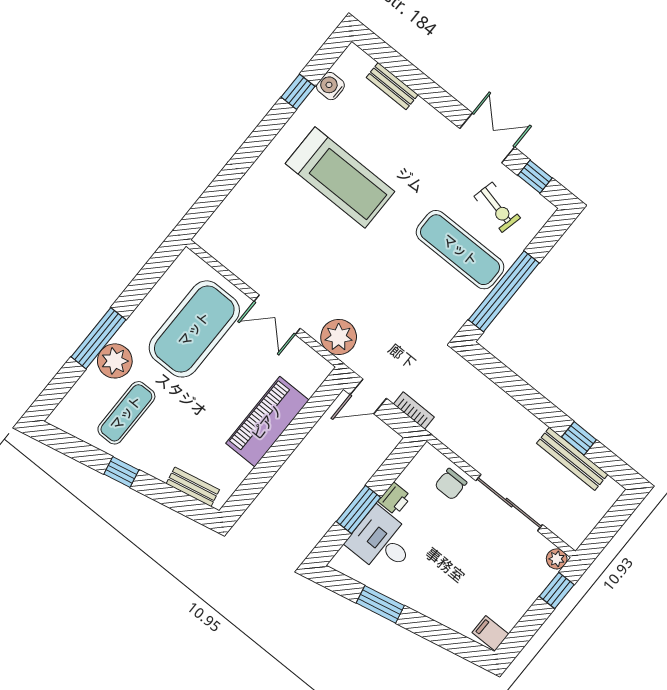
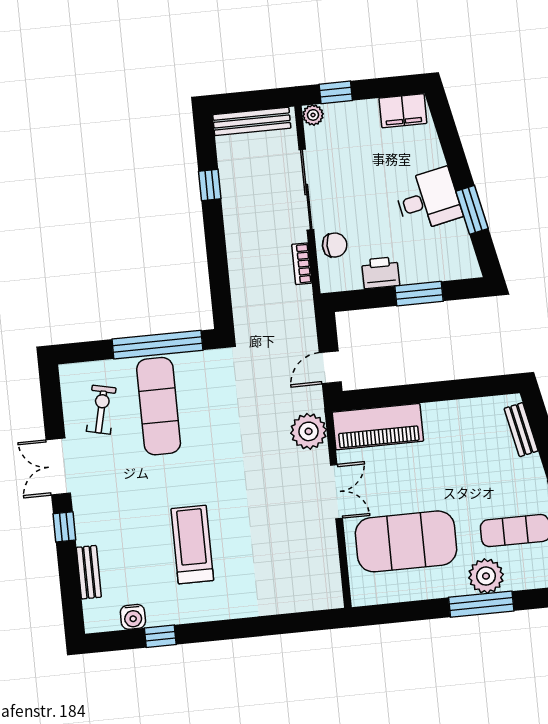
window: (535, 177) -> (64, 527), moved
treadmill: (340, 178) -> (192, 545), width x0.73, depth x0.73
door: (368, 396) -> (330, 367), swing flipped
bookcase: (414, 410) -> (302, 264), moved
piano: (267, 422) -> (378, 427), moved
bench: (572, 459) -> (252, 121), moved, turned 90
printer: (395, 499) -> (381, 273), width x1.36, depth x1.24
desk: (382, 541) -> (428, 200), moved, turned -102
filing cabinet: (490, 633) -> (403, 111), width x2.00

